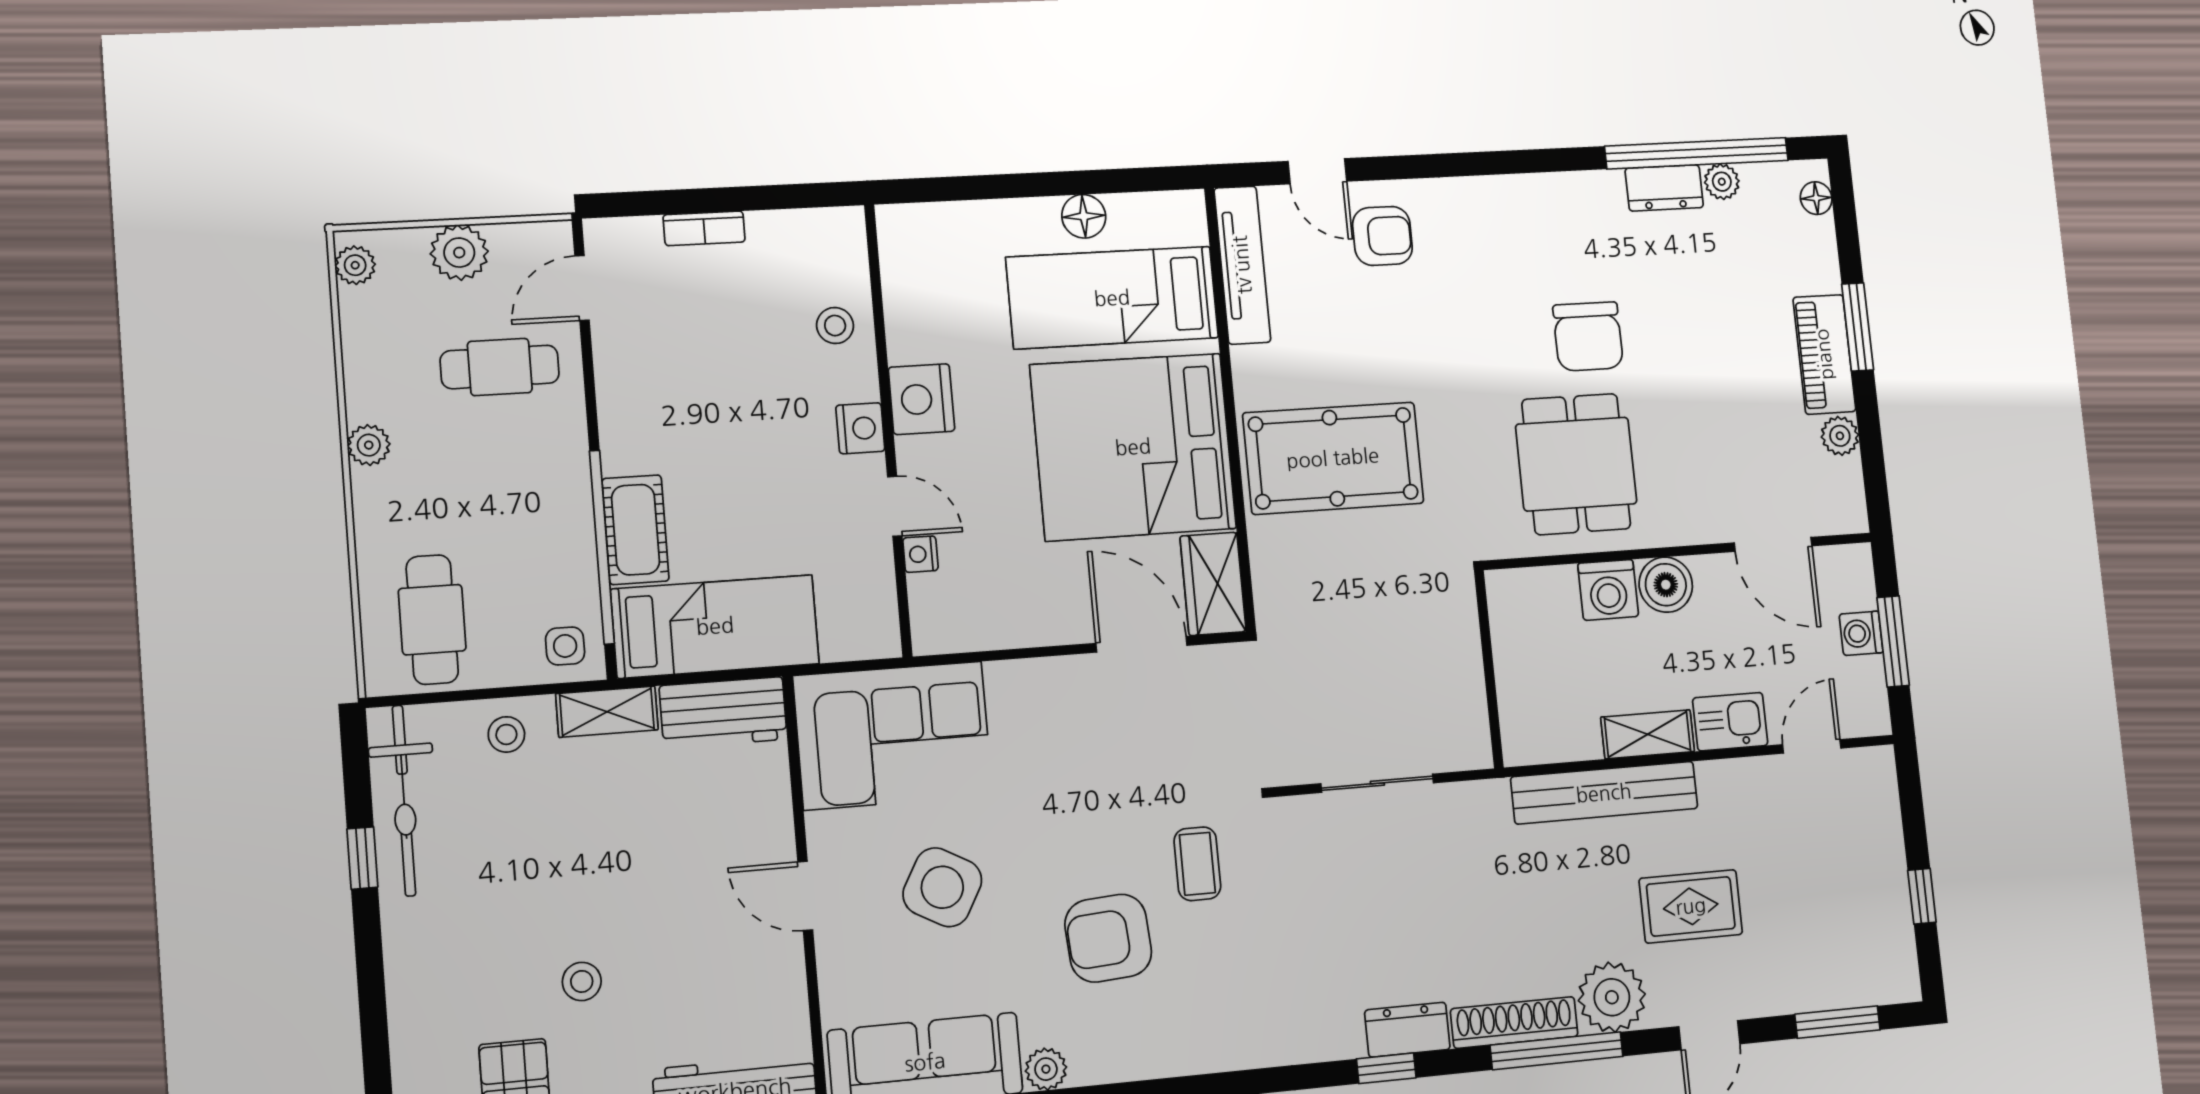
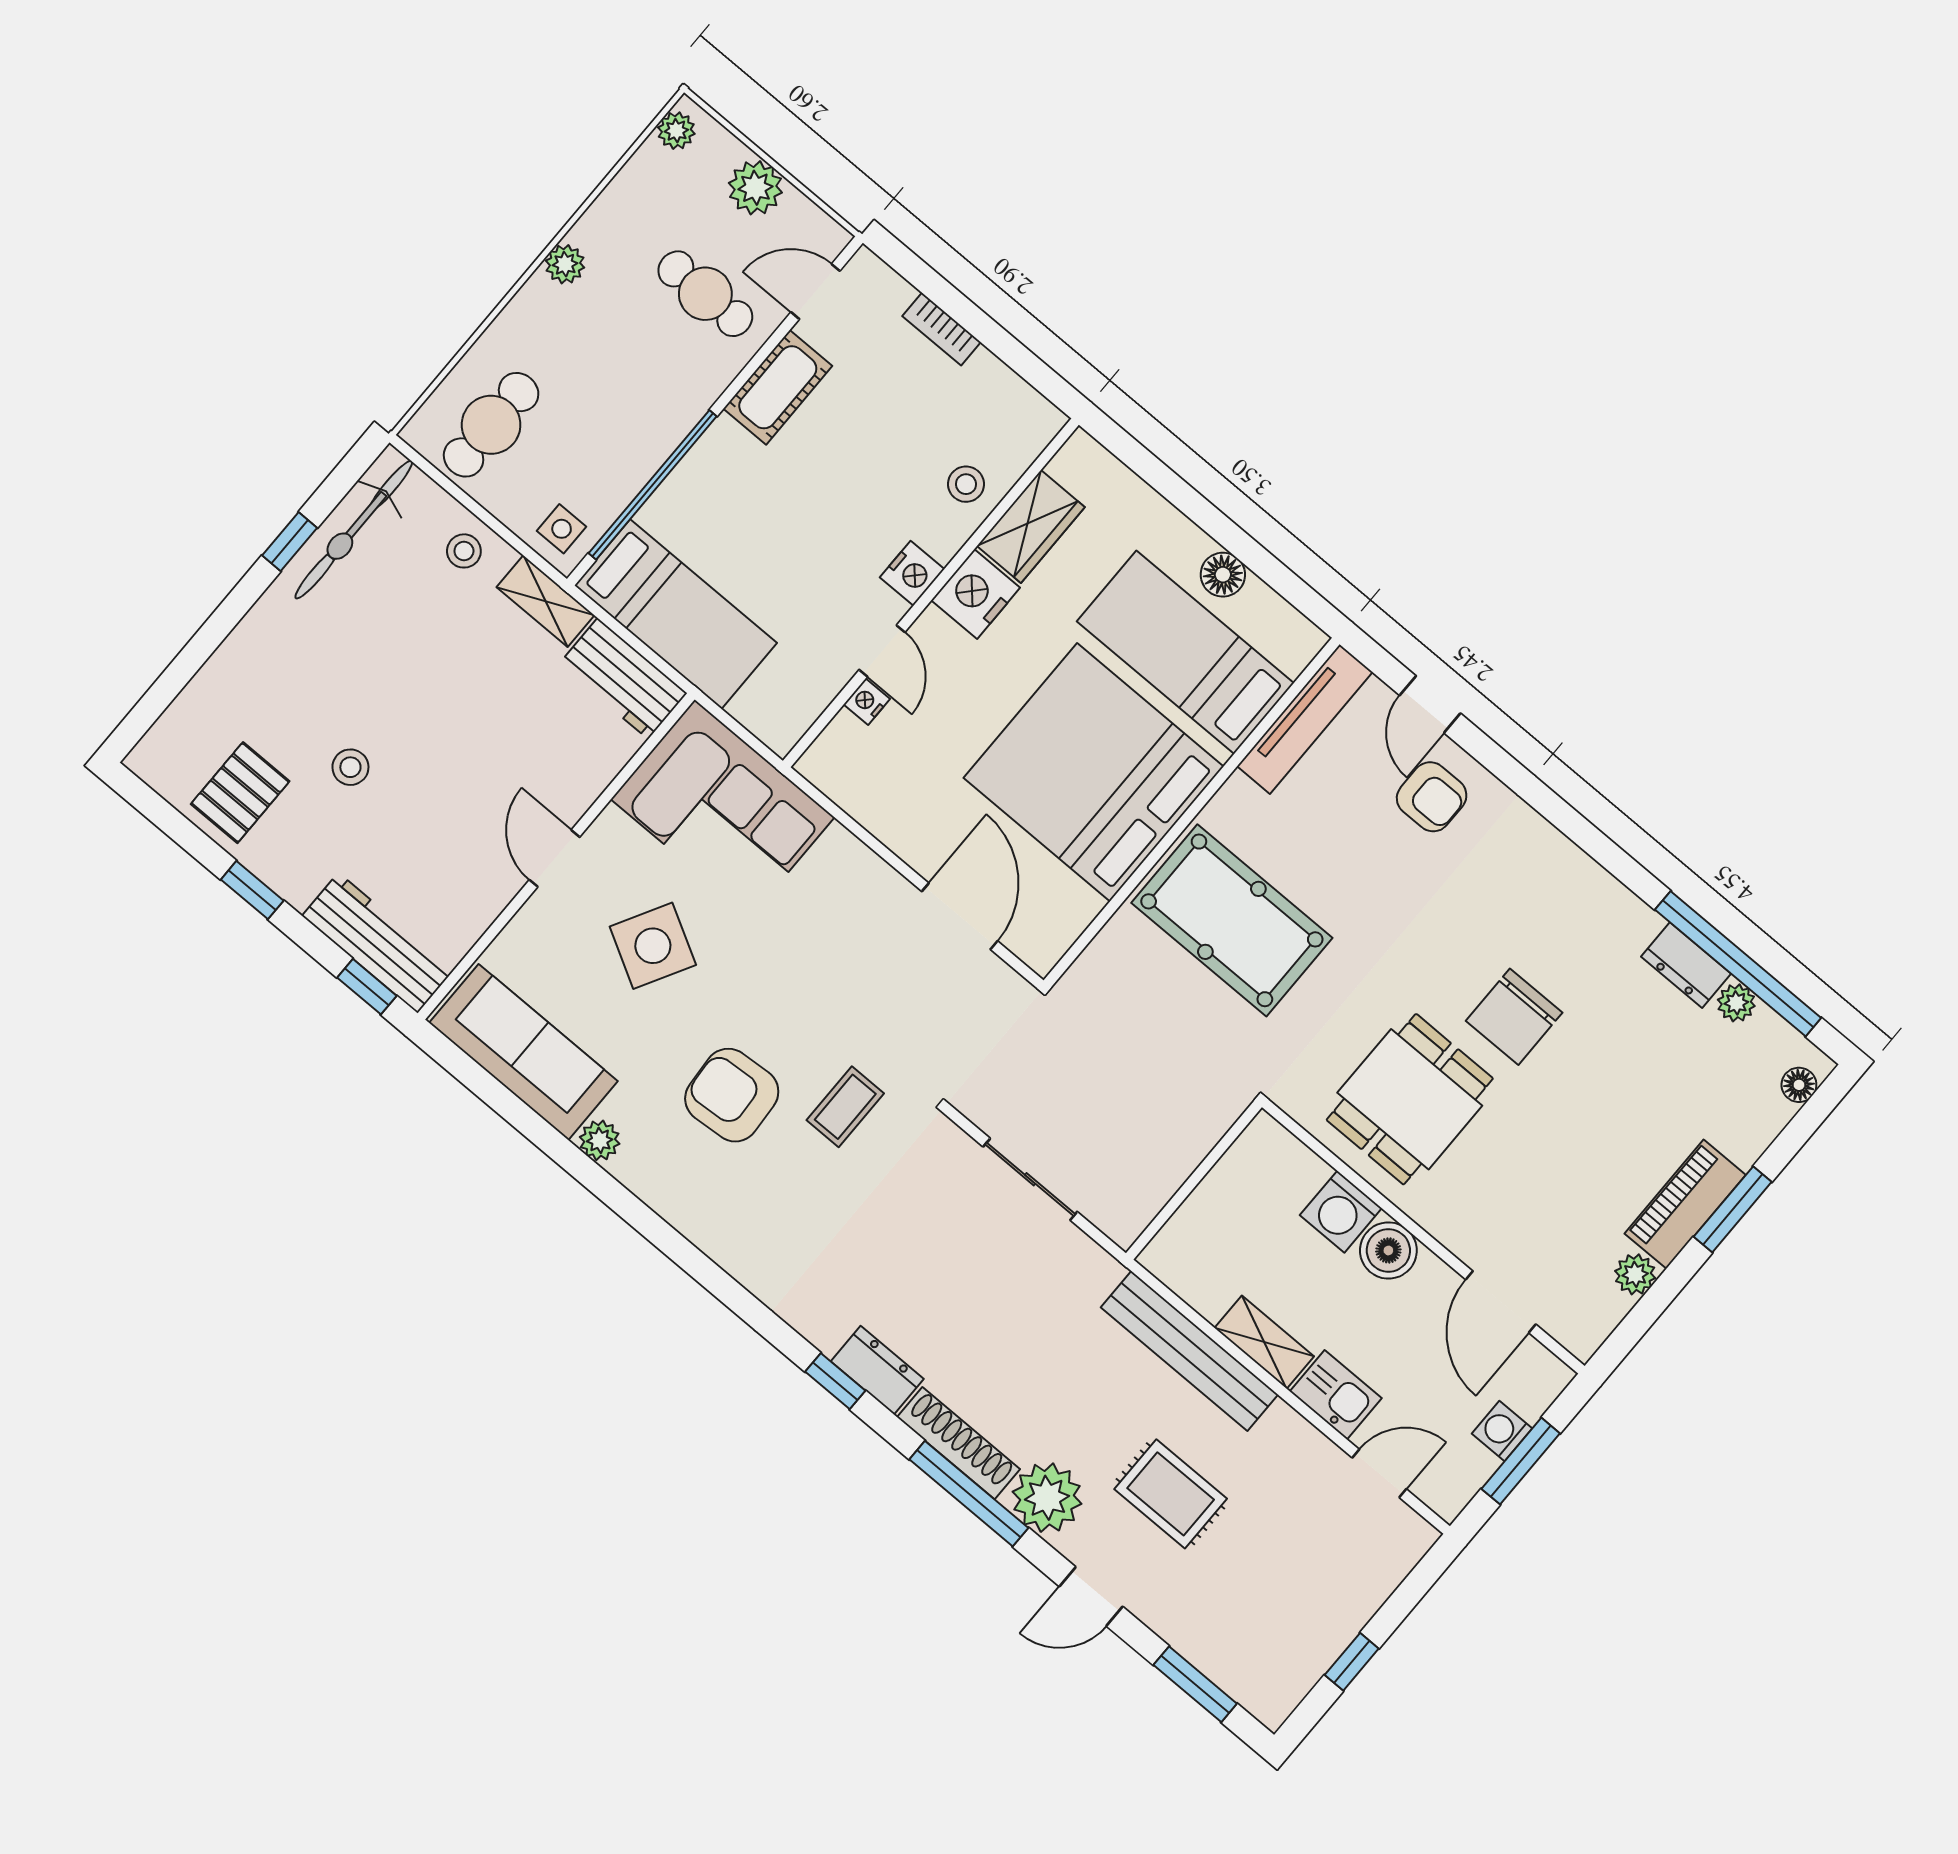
cot: (636, 530) -> (778, 387), moved
wardrobe: (1213, 584) -> (1031, 527), moved, turned 180

